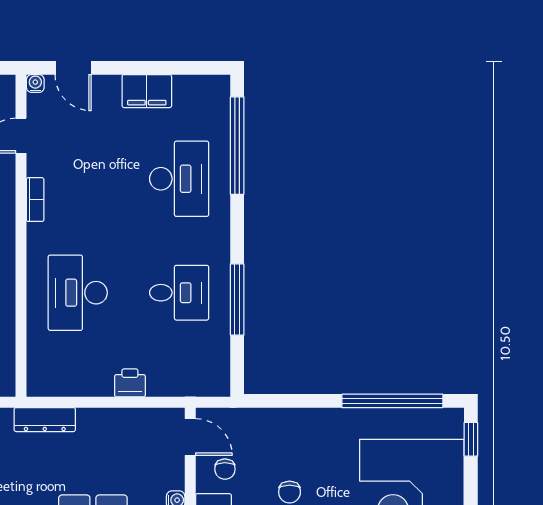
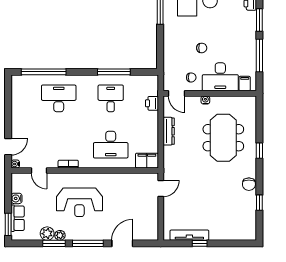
filing cabinet: (147, 91) -> (147, 161), moved, turned -90
printer: (130, 383) -> (152, 103), moved
dresser: (45, 420) -> (169, 131), moved
door: (190, 437) -> (177, 93), swing flipped

